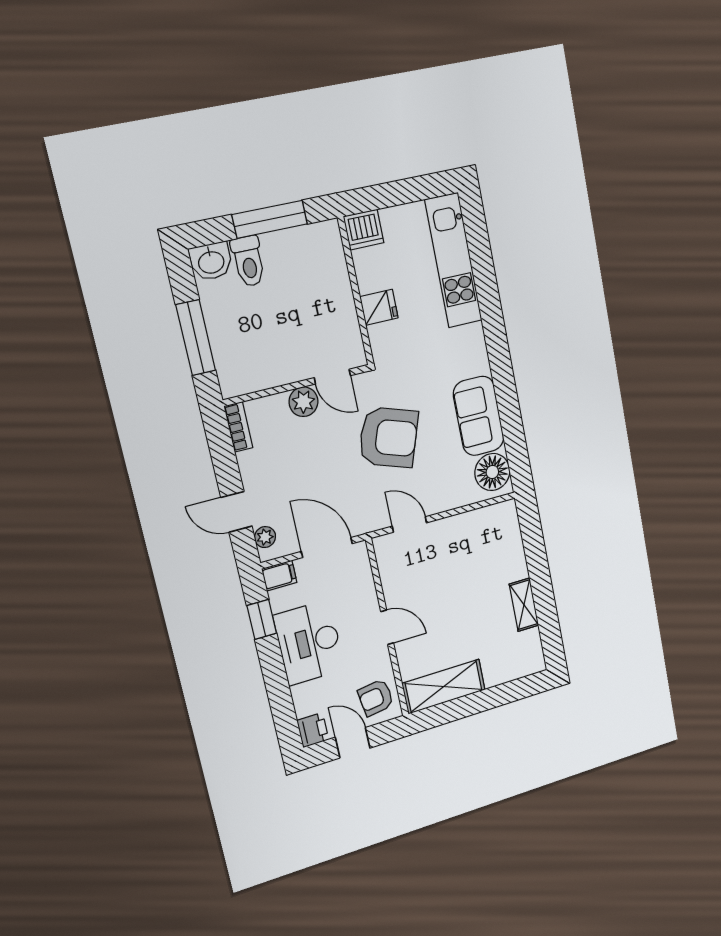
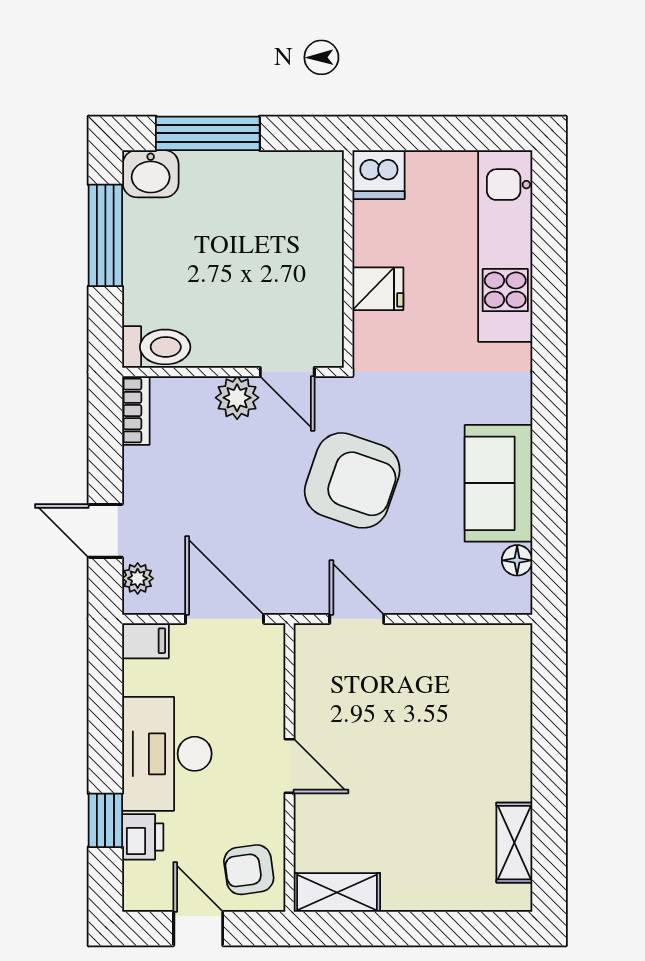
window: (270, 219) -> (208, 133), moved
toilet: (248, 261) -> (156, 347), moved, turned -90
window: (196, 338) -> (105, 235), moved
floor lamp: (492, 472) -> (517, 560), width x0.53, depth x0.53
shelving: (524, 605) -> (514, 843), moved
window: (262, 619) -> (105, 820), moved
shelving: (444, 687) -> (337, 892), width x0.67, depth x0.75
printer: (313, 730) -> (143, 837), moved

